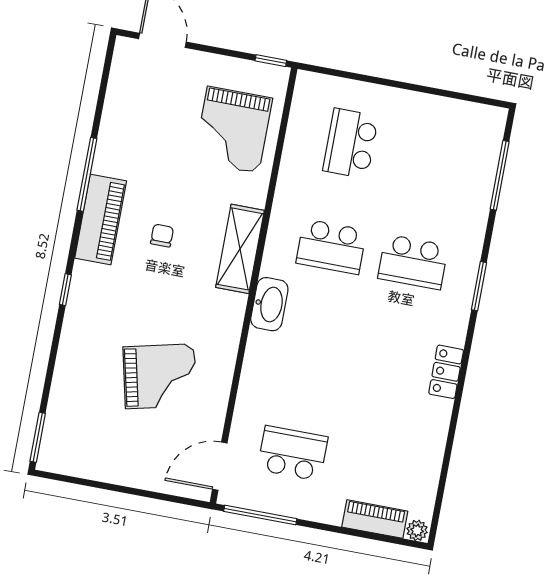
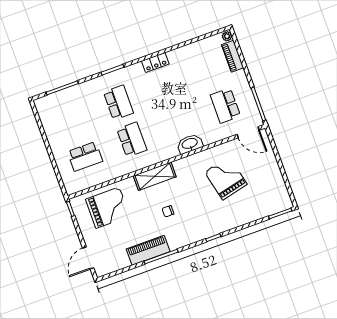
piano: (101, 219) -> (148, 250), moved
washbasin: (269, 304) -> (190, 144), moved

